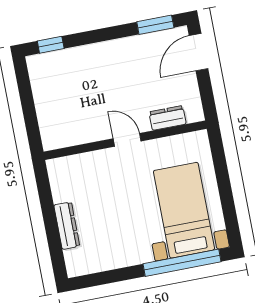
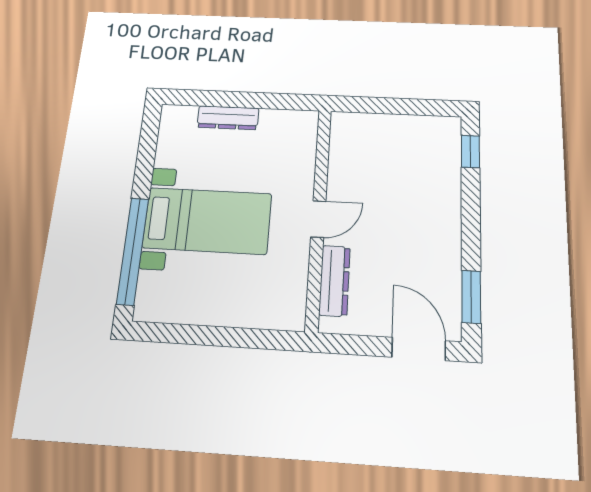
dresser: (168, 118) -> (334, 281), width x1.44
bed with nightstands: (184, 210) -> (207, 221), moved

